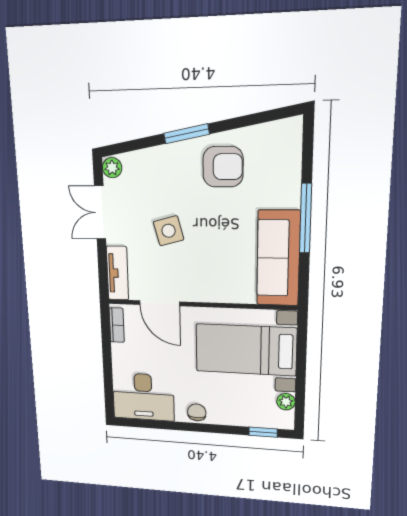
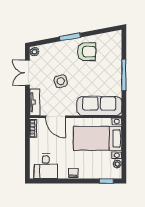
sofa: (278, 258) -> (99, 106), moved, turned 90
desk: (143, 397) -> (46, 166), width x0.73

